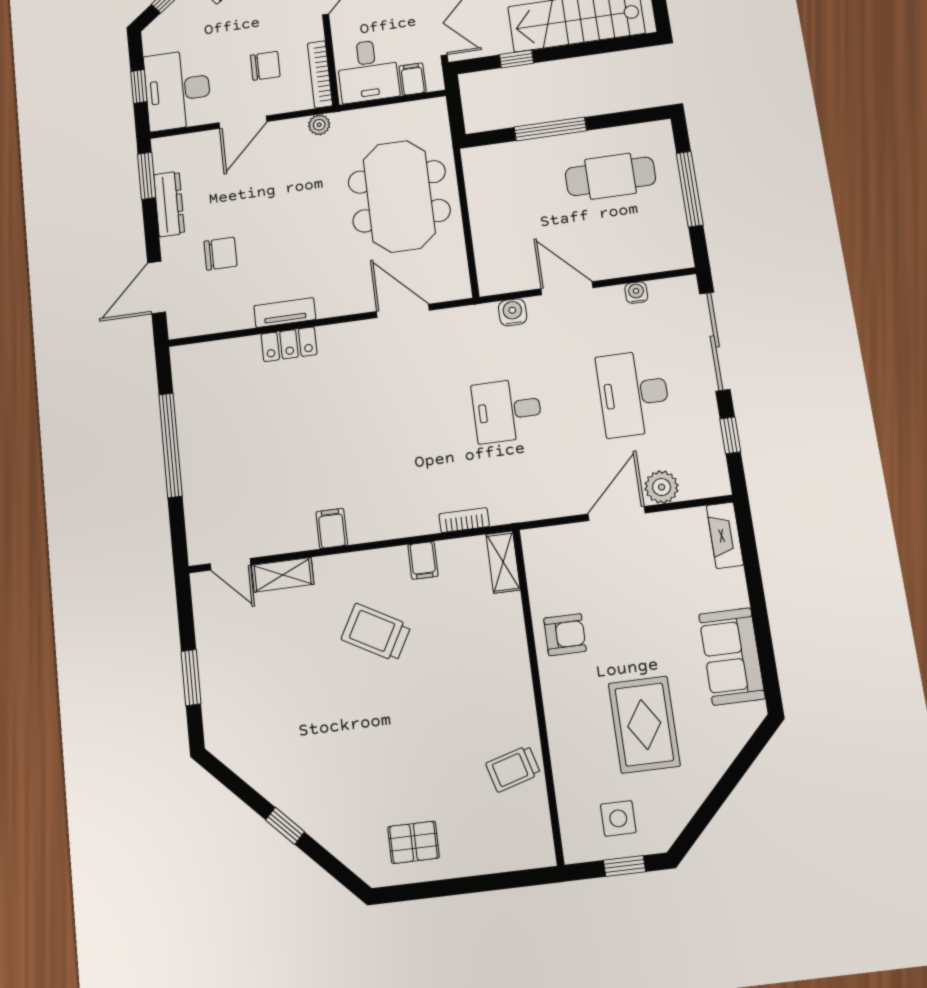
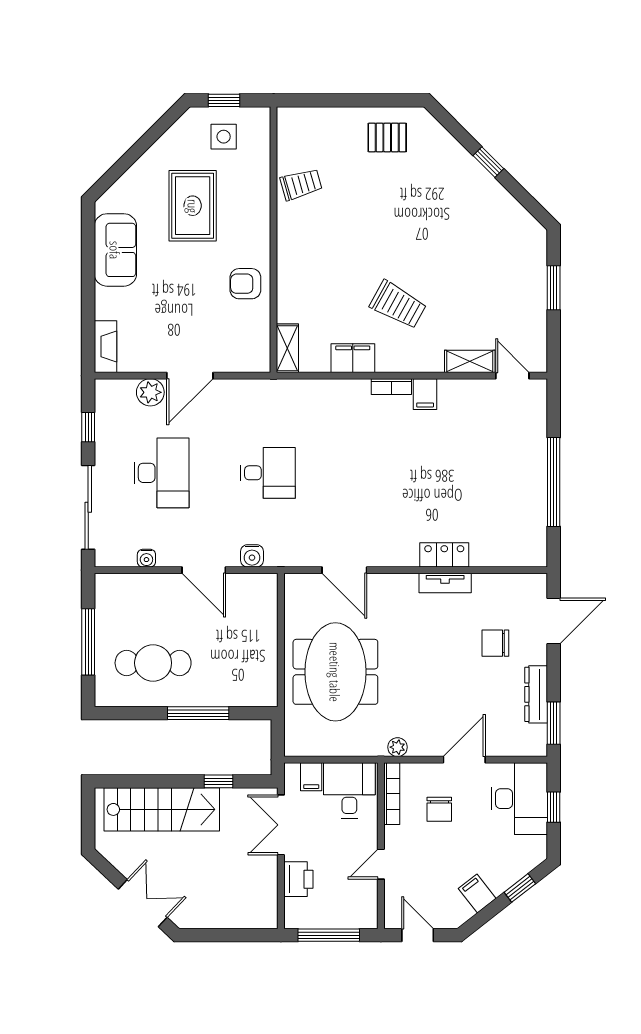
chair: (265, 66) -> (439, 809), turned -90
bookcase: (464, 520) -> (391, 387), moved
filing cabinet: (423, 560) -> (353, 358), width x2.00

